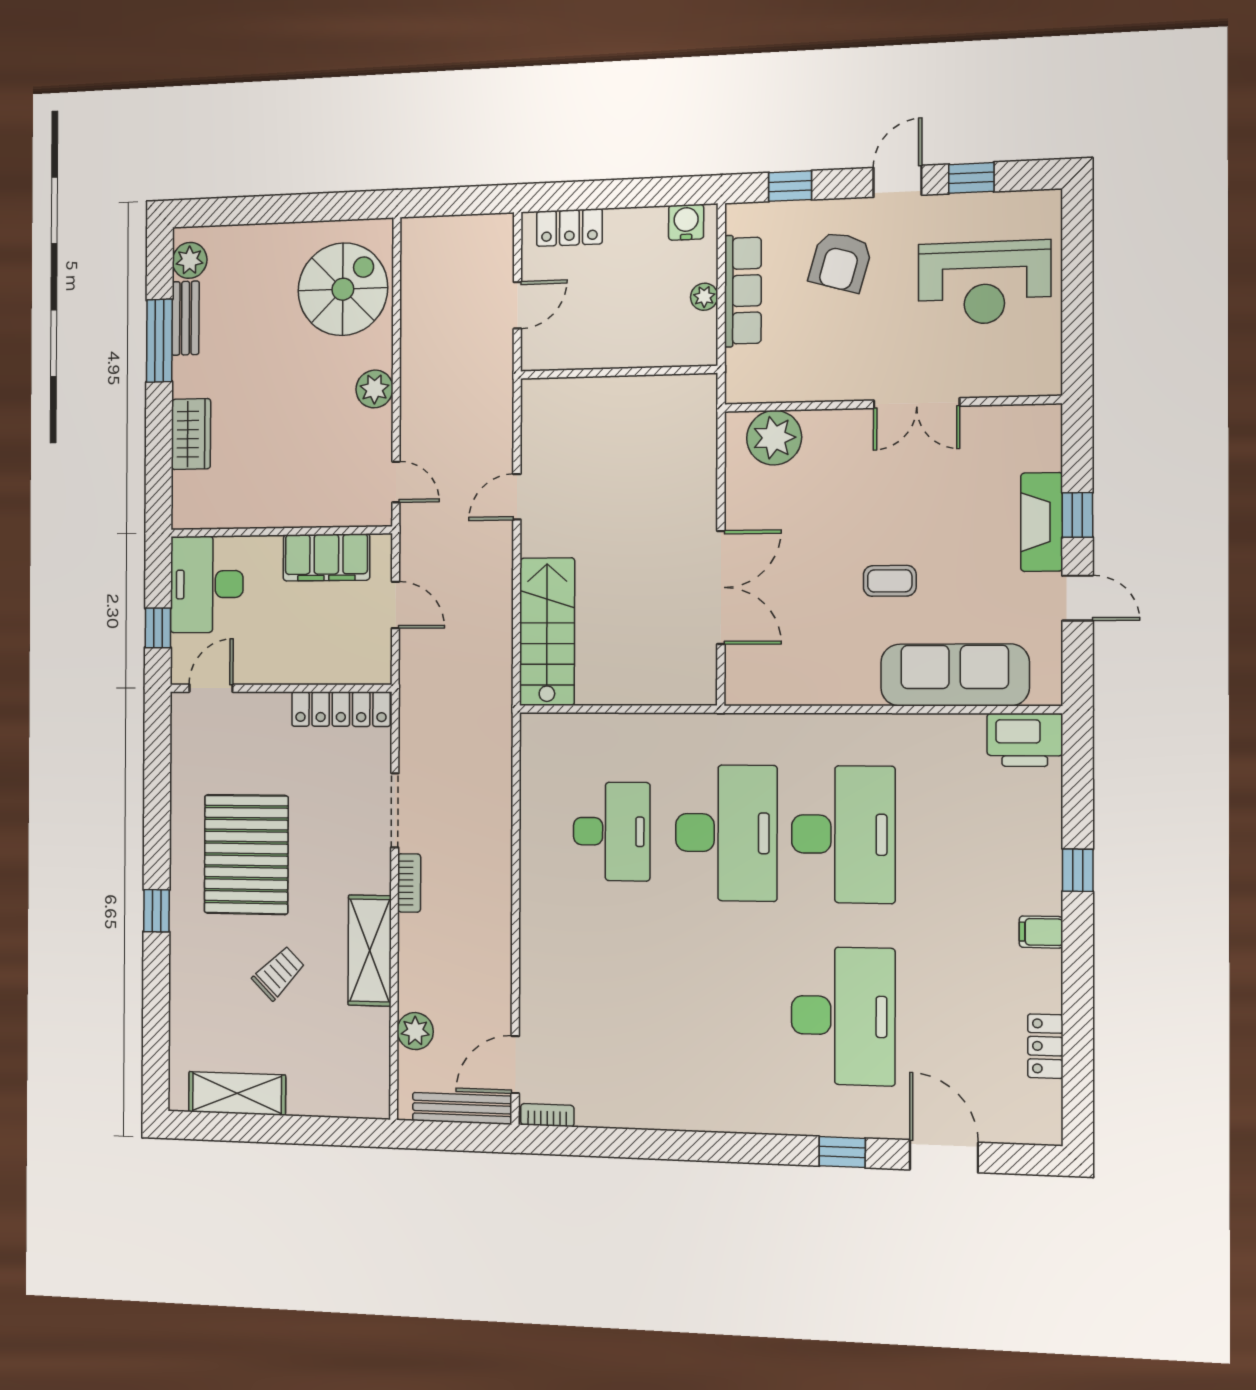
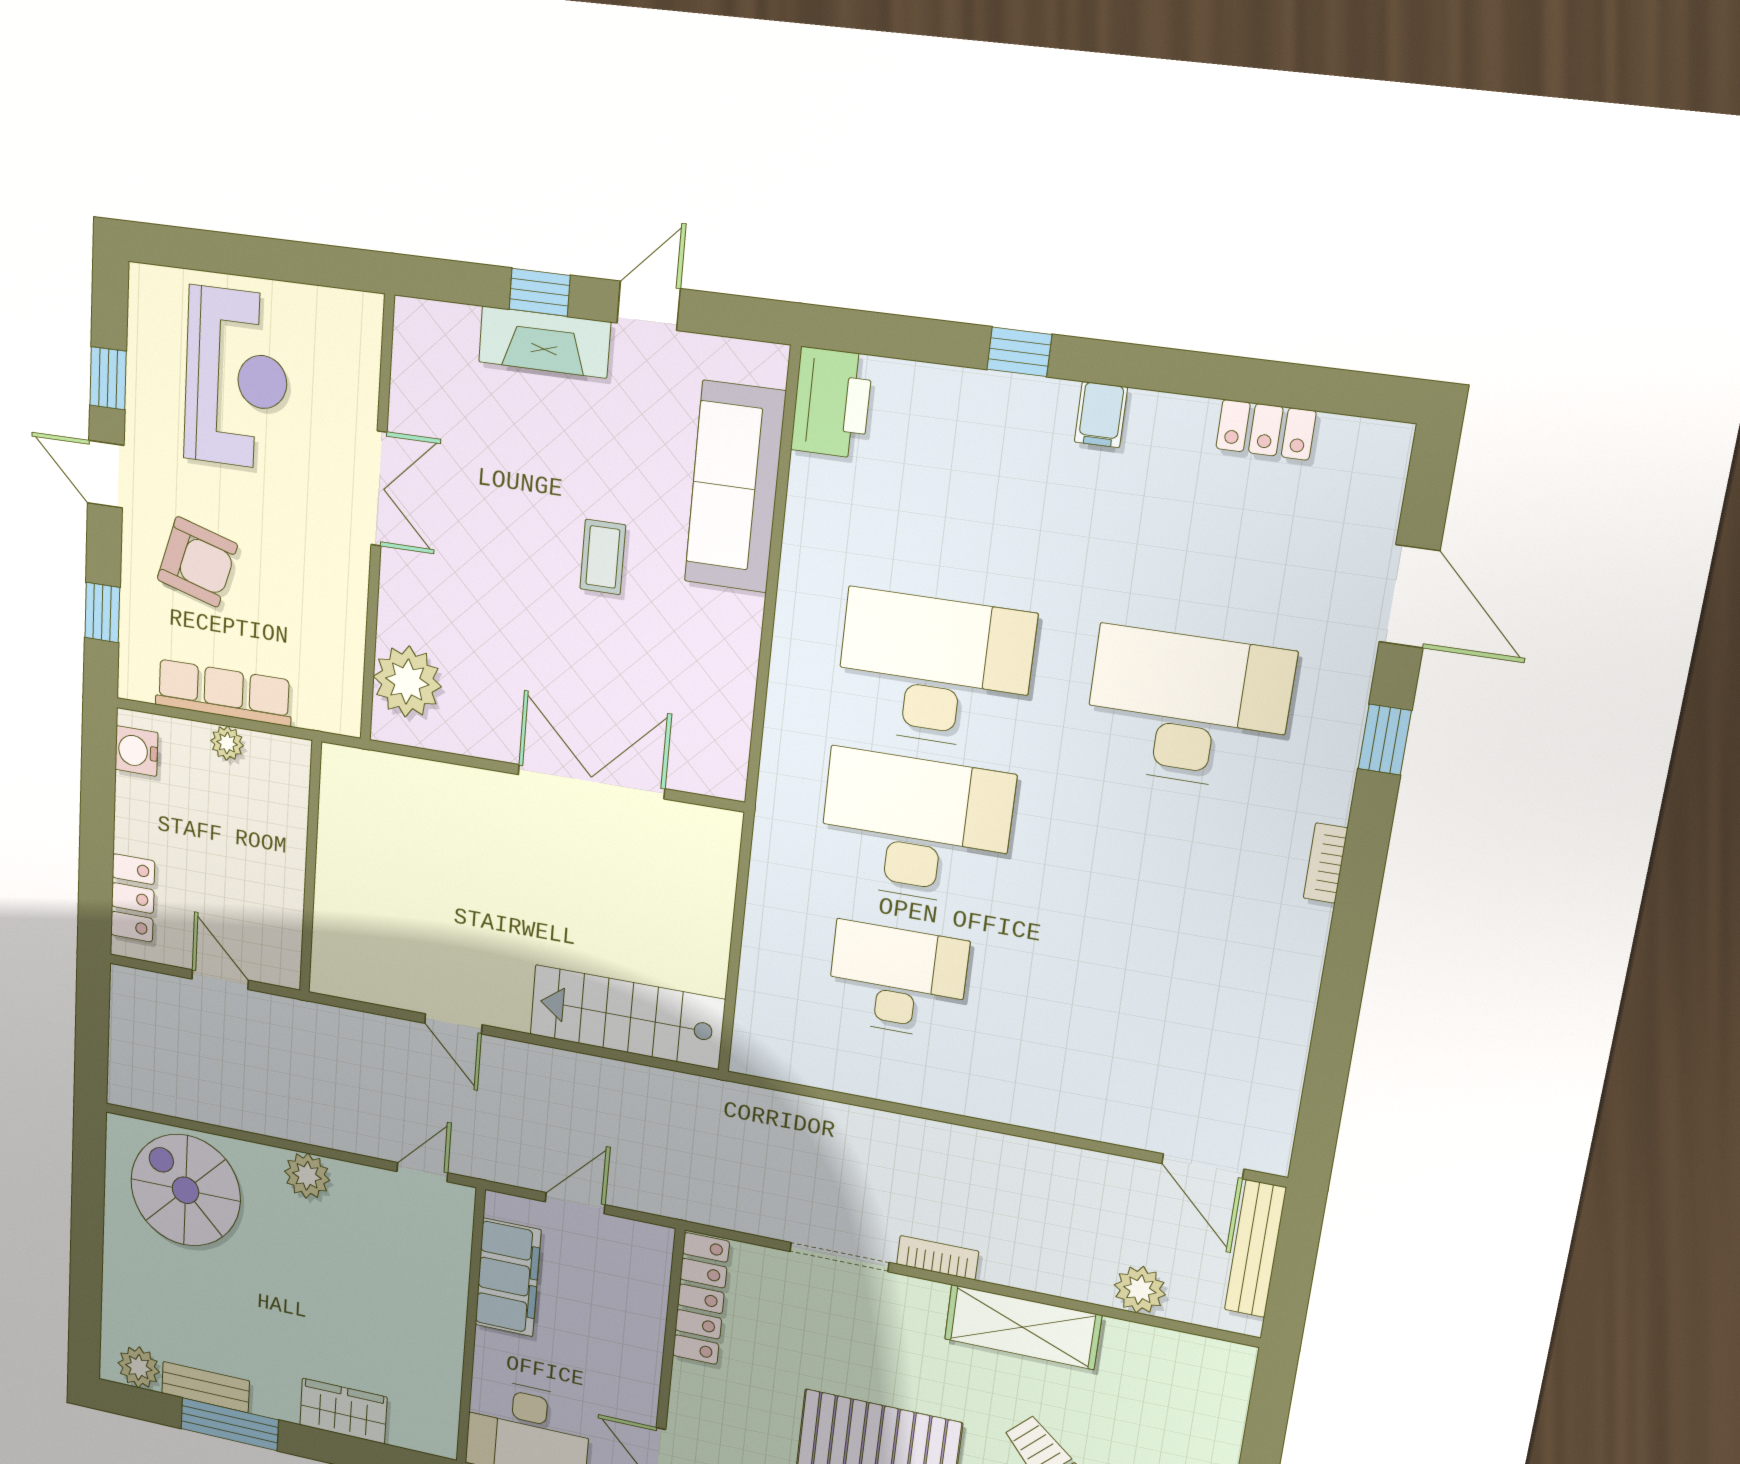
bookcase: (547, 1115) -> (1325, 863), moved
door: (944, 1156) -> (1409, 597), swing flipped

